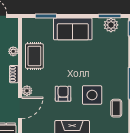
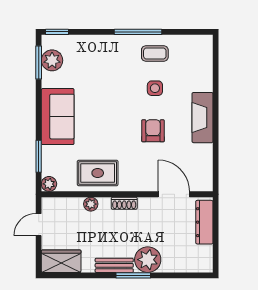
plant: (27, 91) -> (49, 184), moved
armchair: (63, 94) -> (153, 131), turned 90
side table: (92, 95) -> (155, 88), width x0.54, depth x0.54
coffee table: (116, 108) -> (155, 53), moved

